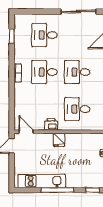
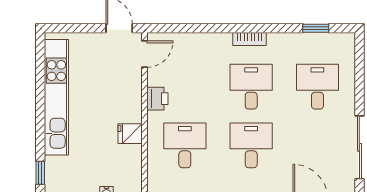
fridge: (59, 140) -> (130, 134), moved
kitchen unit: (42, 181) -> (56, 97), width x1.36
window: (57, 190) -> (40, 110), removed

